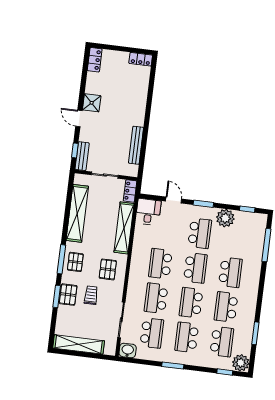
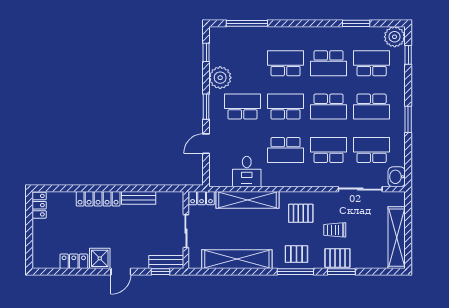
locker: (95, 60) -> (74, 261), moved
locker: (140, 107) -> (98, 199), added
bench: (136, 145) -> (139, 198), width x0.73
desk: (148, 212) -> (247, 172), moved, turned -90
school desk: (156, 298) -> (329, 150), turned 180

